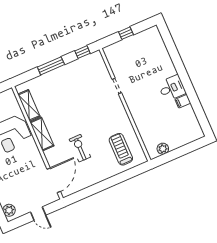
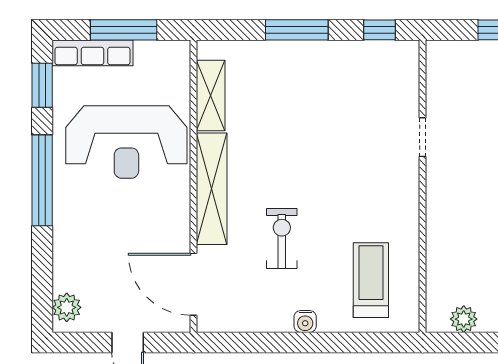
shelving: (42, 134) -> (212, 189), width x1.47
water cooler: (103, 176) -> (305, 321), added
door: (54, 180) -> (193, 284), swing flipped

